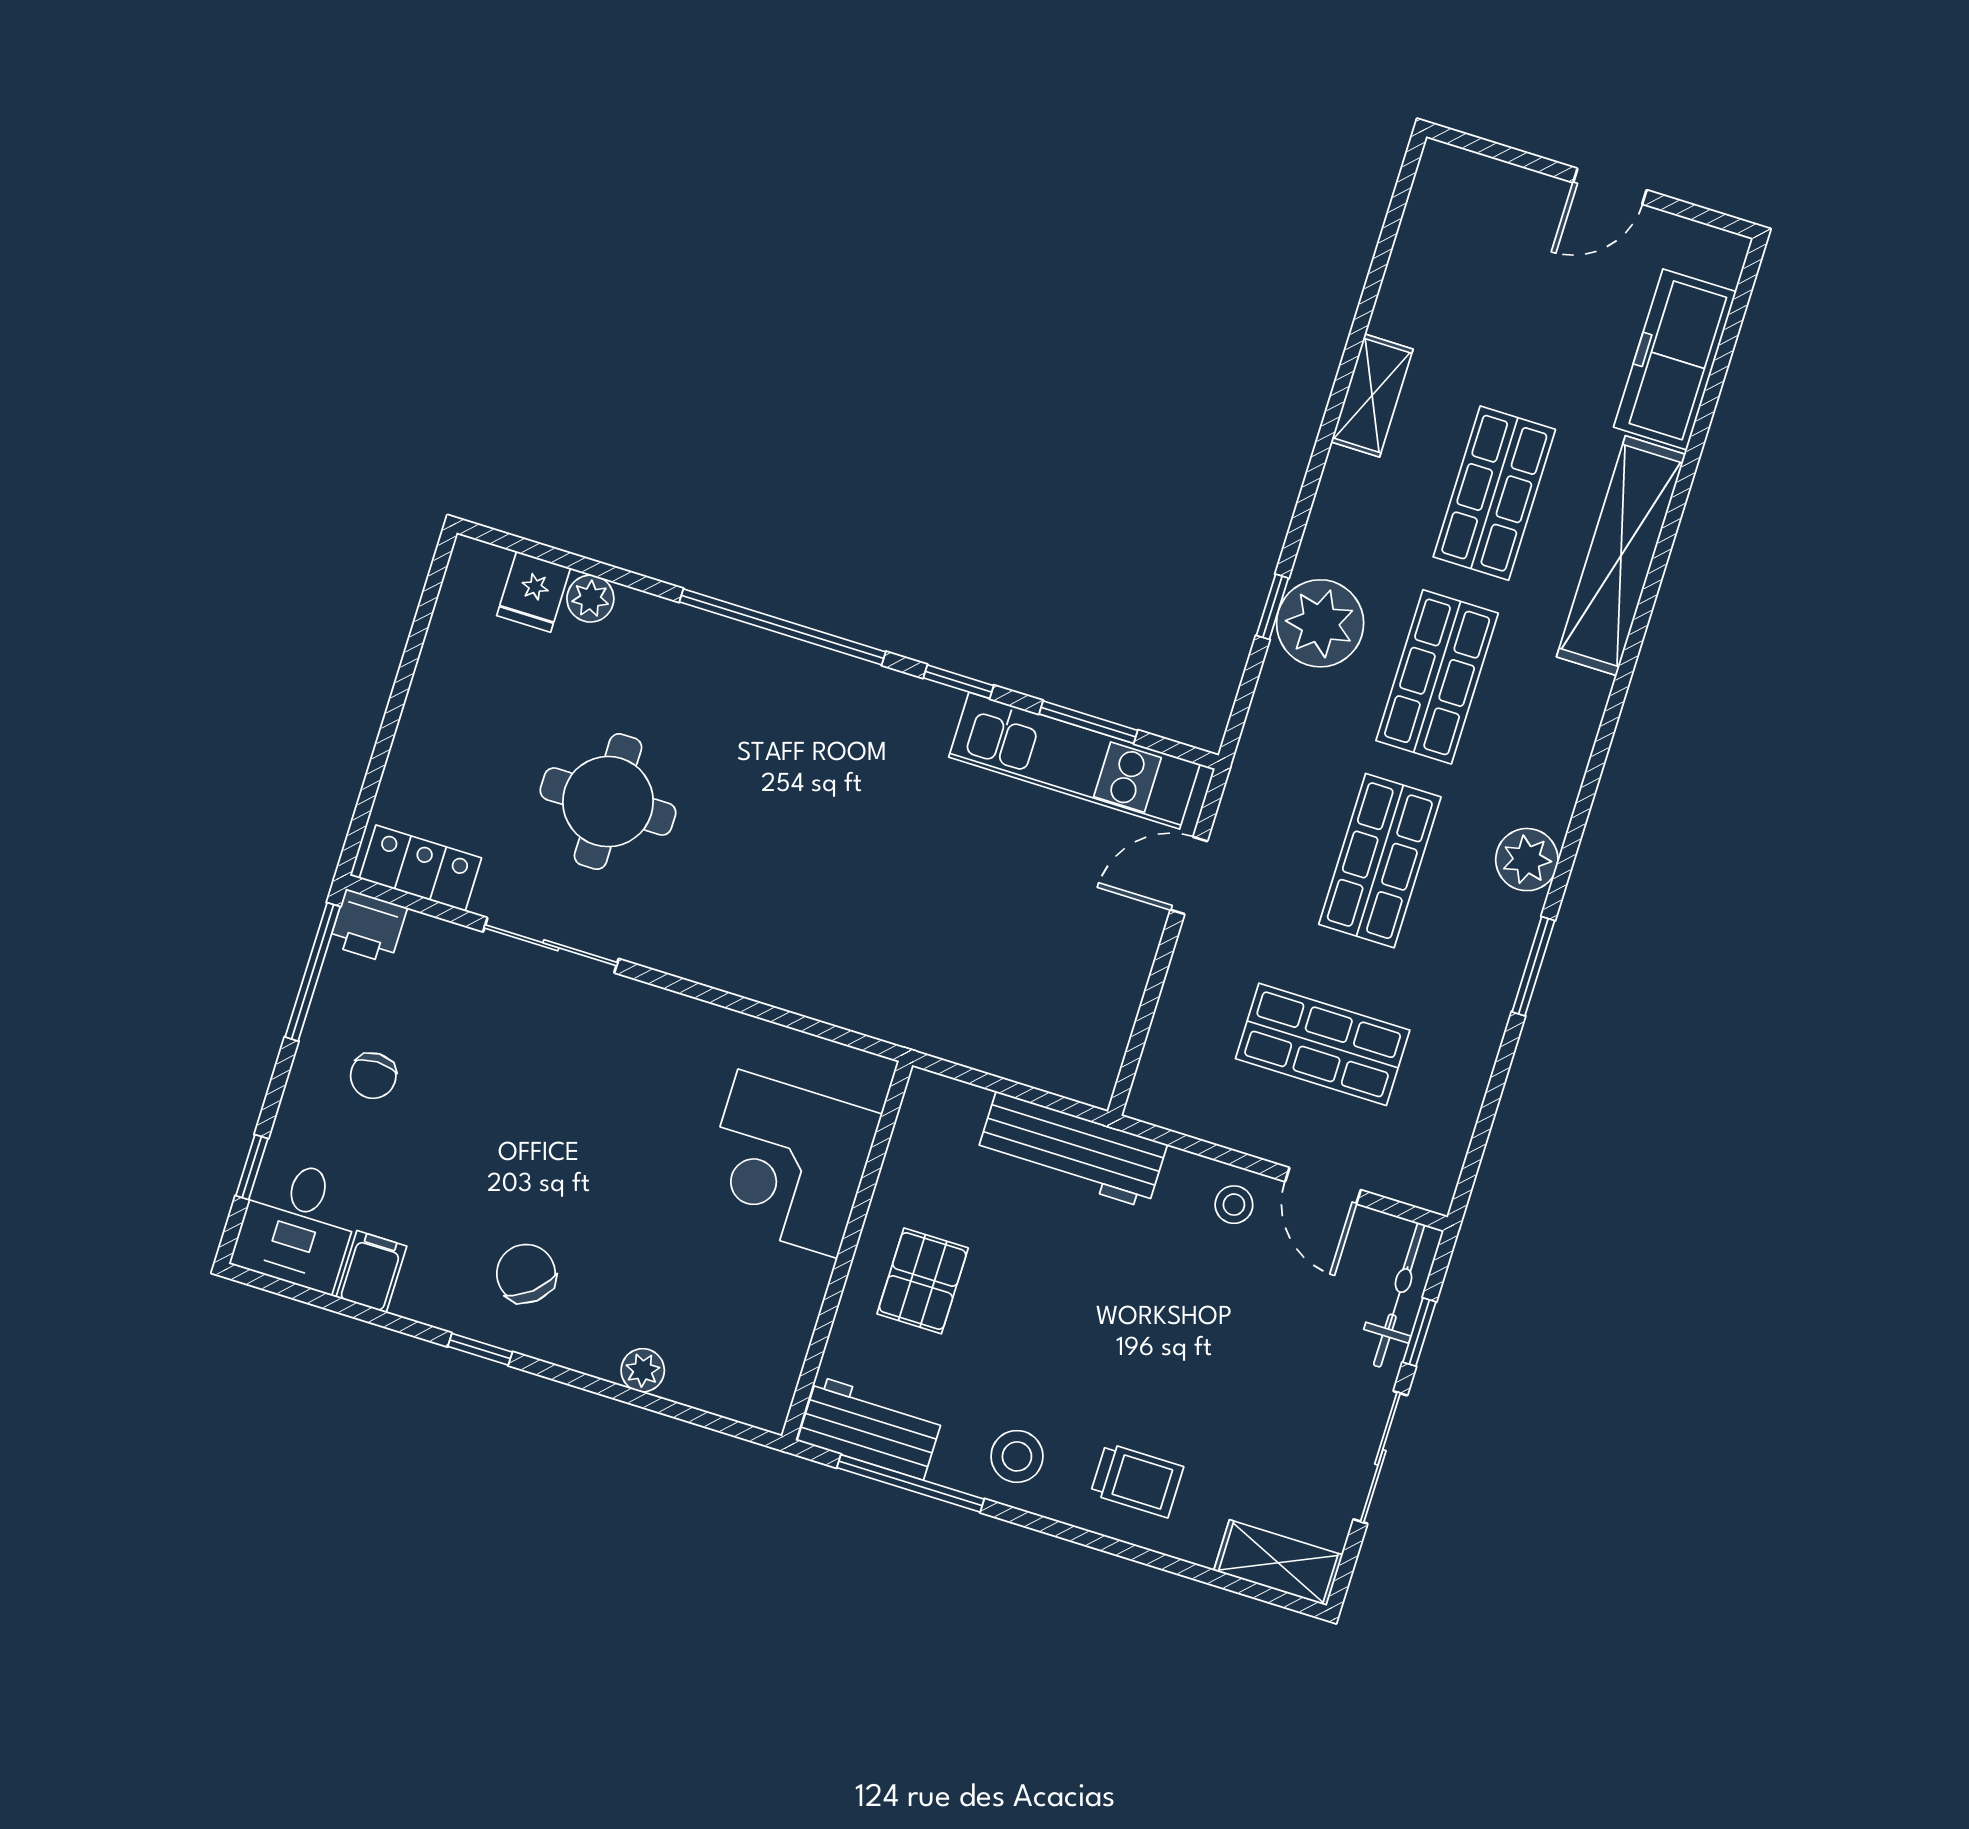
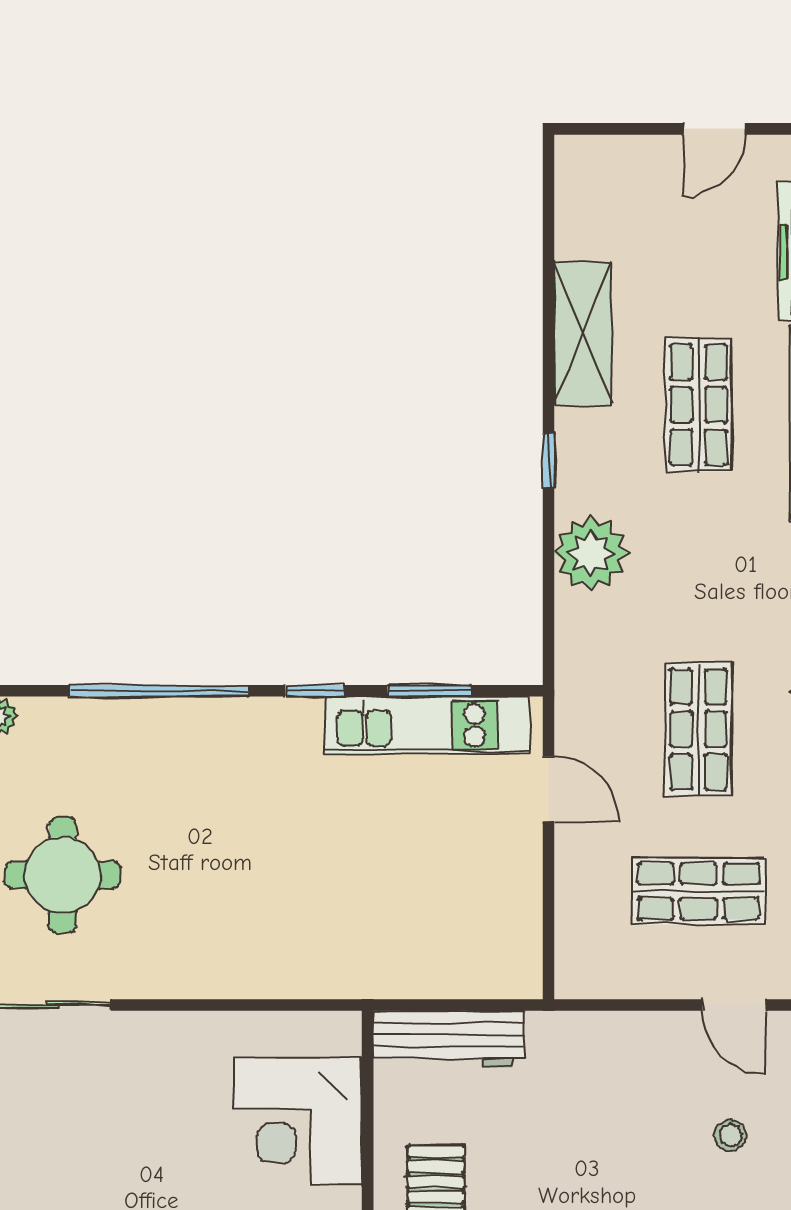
shelving: (1372, 395) -> (583, 333), width x1.50, depth x1.33
window: (1272, 607) -> (548, 461), moved
shop shelf: (1437, 677) -> (698, 567), removed
door: (1189, 875) -> (548, 789), swing flipped
workbench: (1072, 1150) -> (449, 1039), moved
stool: (1234, 1205) -> (730, 1135), moved

